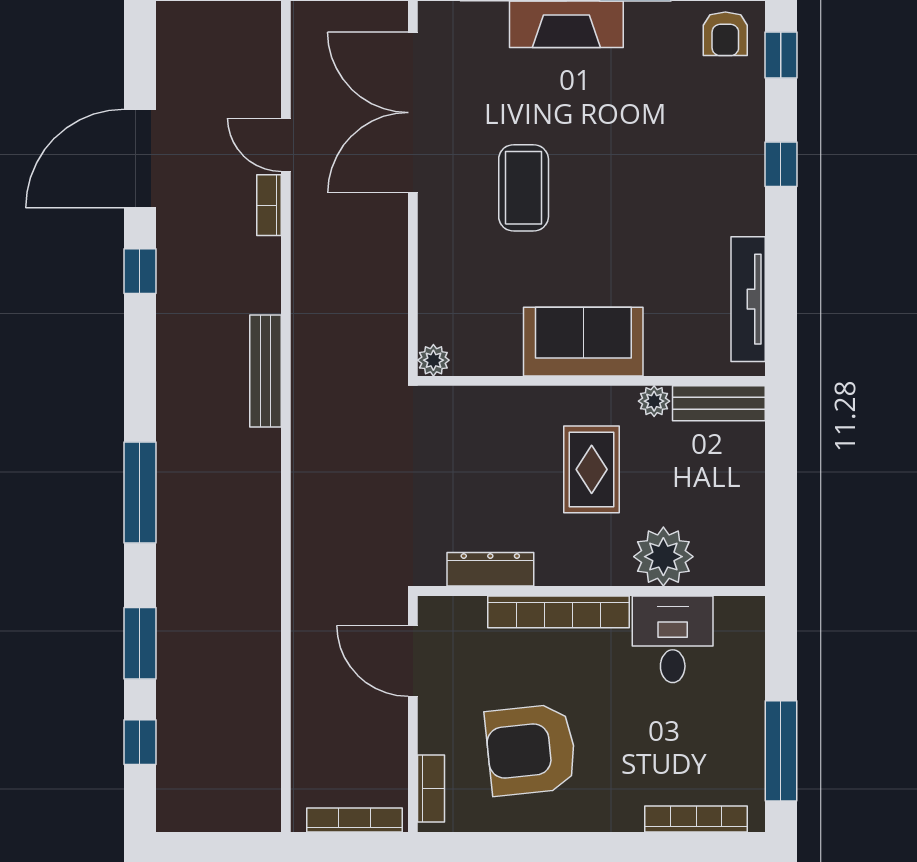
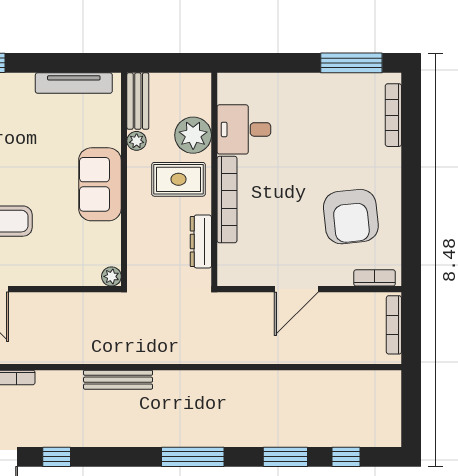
plant: (663, 557) -> (193, 135), moved
dresser: (490, 569) -> (201, 241), moved
wall: (591, 591) -> (214, 179), moved
bookcase: (559, 612) -> (227, 200), moved
desk: (673, 639) -> (244, 129), moved

